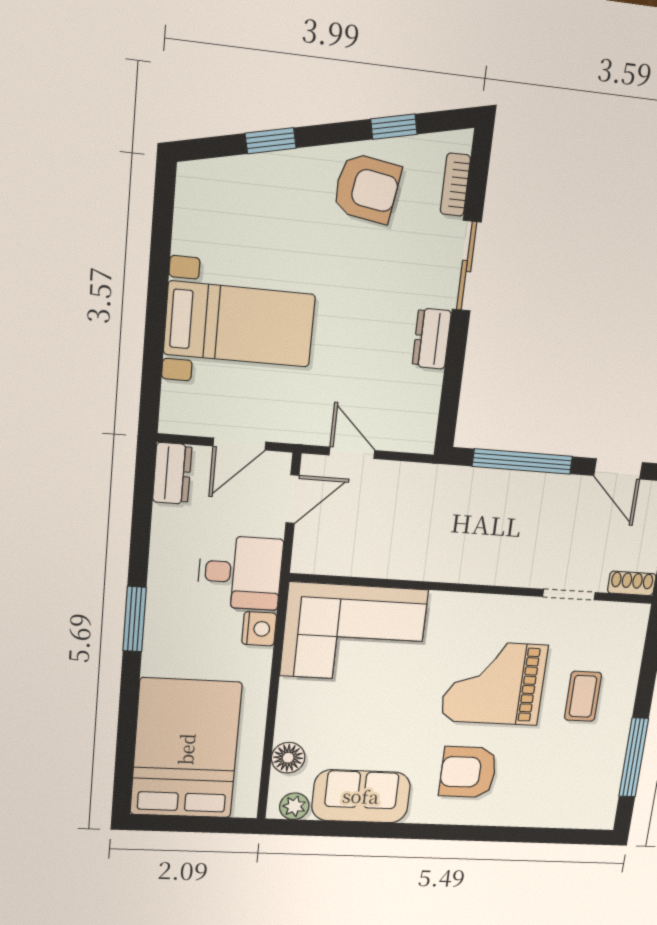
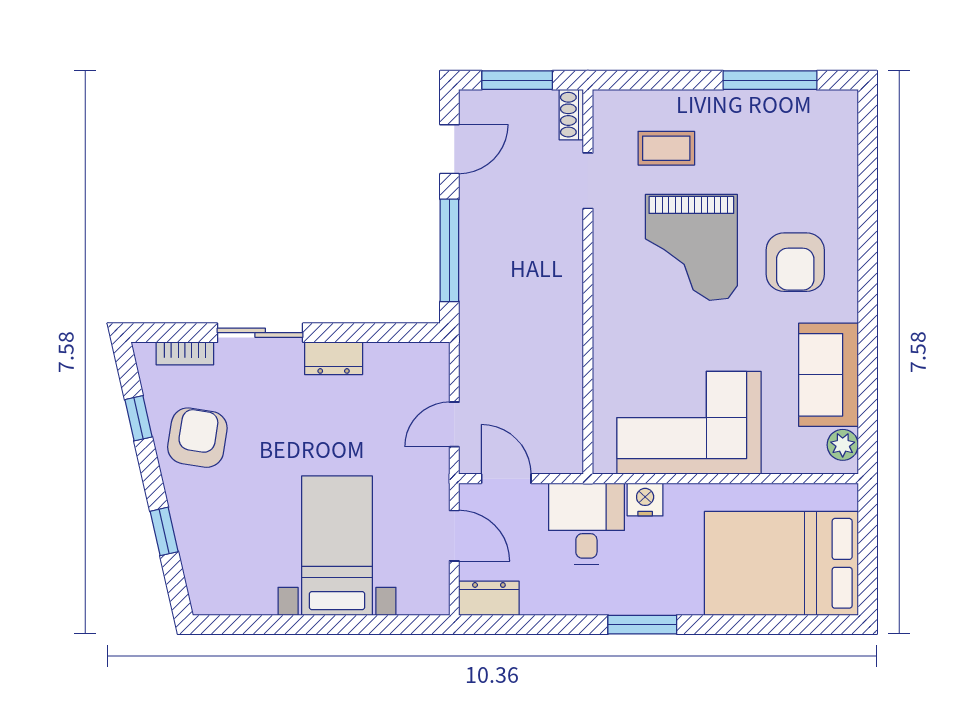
corner sofa: (354, 633) -> (689, 423), moved, turned -90
coffee table: (583, 696) -> (666, 148), moved
floor lamp: (288, 758) -> (787, 457), removed

